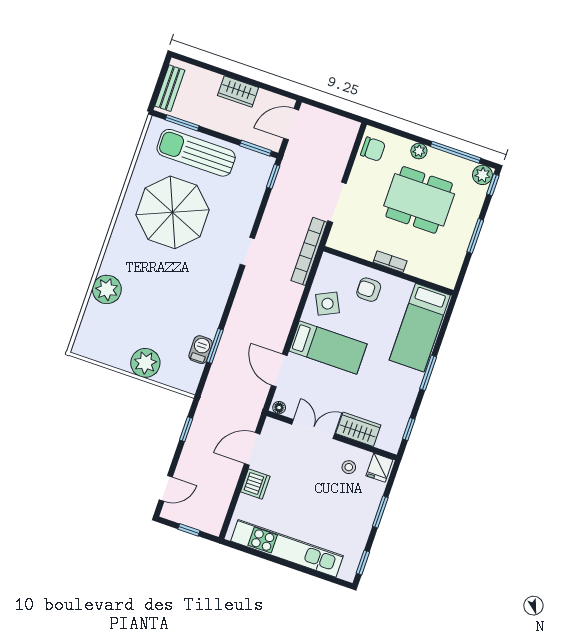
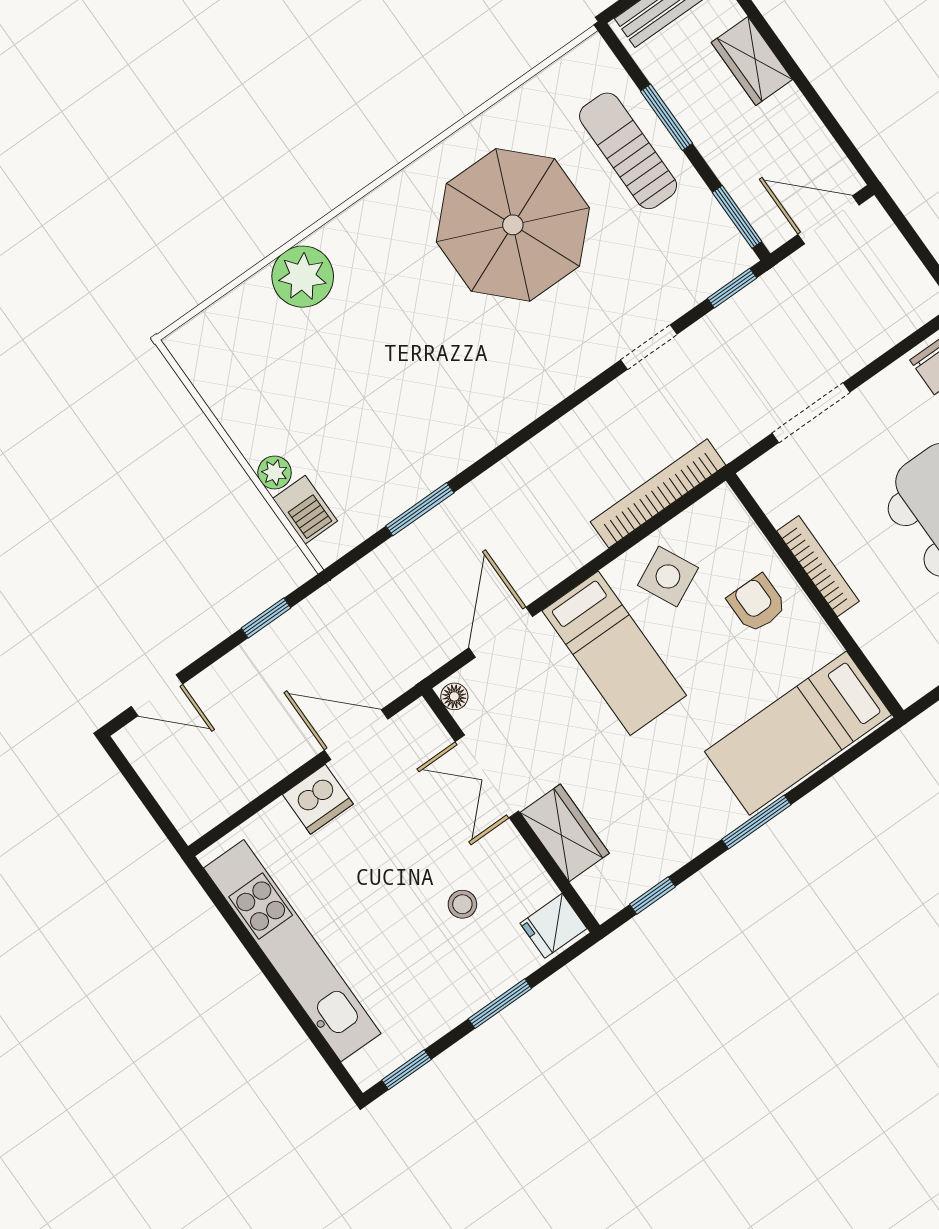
wardrobe: (238, 91) -> (752, 61), moved
window: (182, 123) -> (666, 117), moved
sun lounger: (196, 153) -> (628, 151), width x0.73, depth x0.75
doorway: (247, 251) -> (649, 347), moved
bookcase: (309, 251) -> (658, 493), moved
bookcase: (390, 262) -> (818, 566), width x1.56
barbecue: (201, 350) -> (305, 510), moved, turned 90
plant: (145, 363) -> (275, 472), width x0.53, depth x0.53
double door: (313, 429) -> (487, 776), swing flipped
stool: (349, 467) -> (462, 904), moved
window: (189, 530) -> (145, 796), removed

